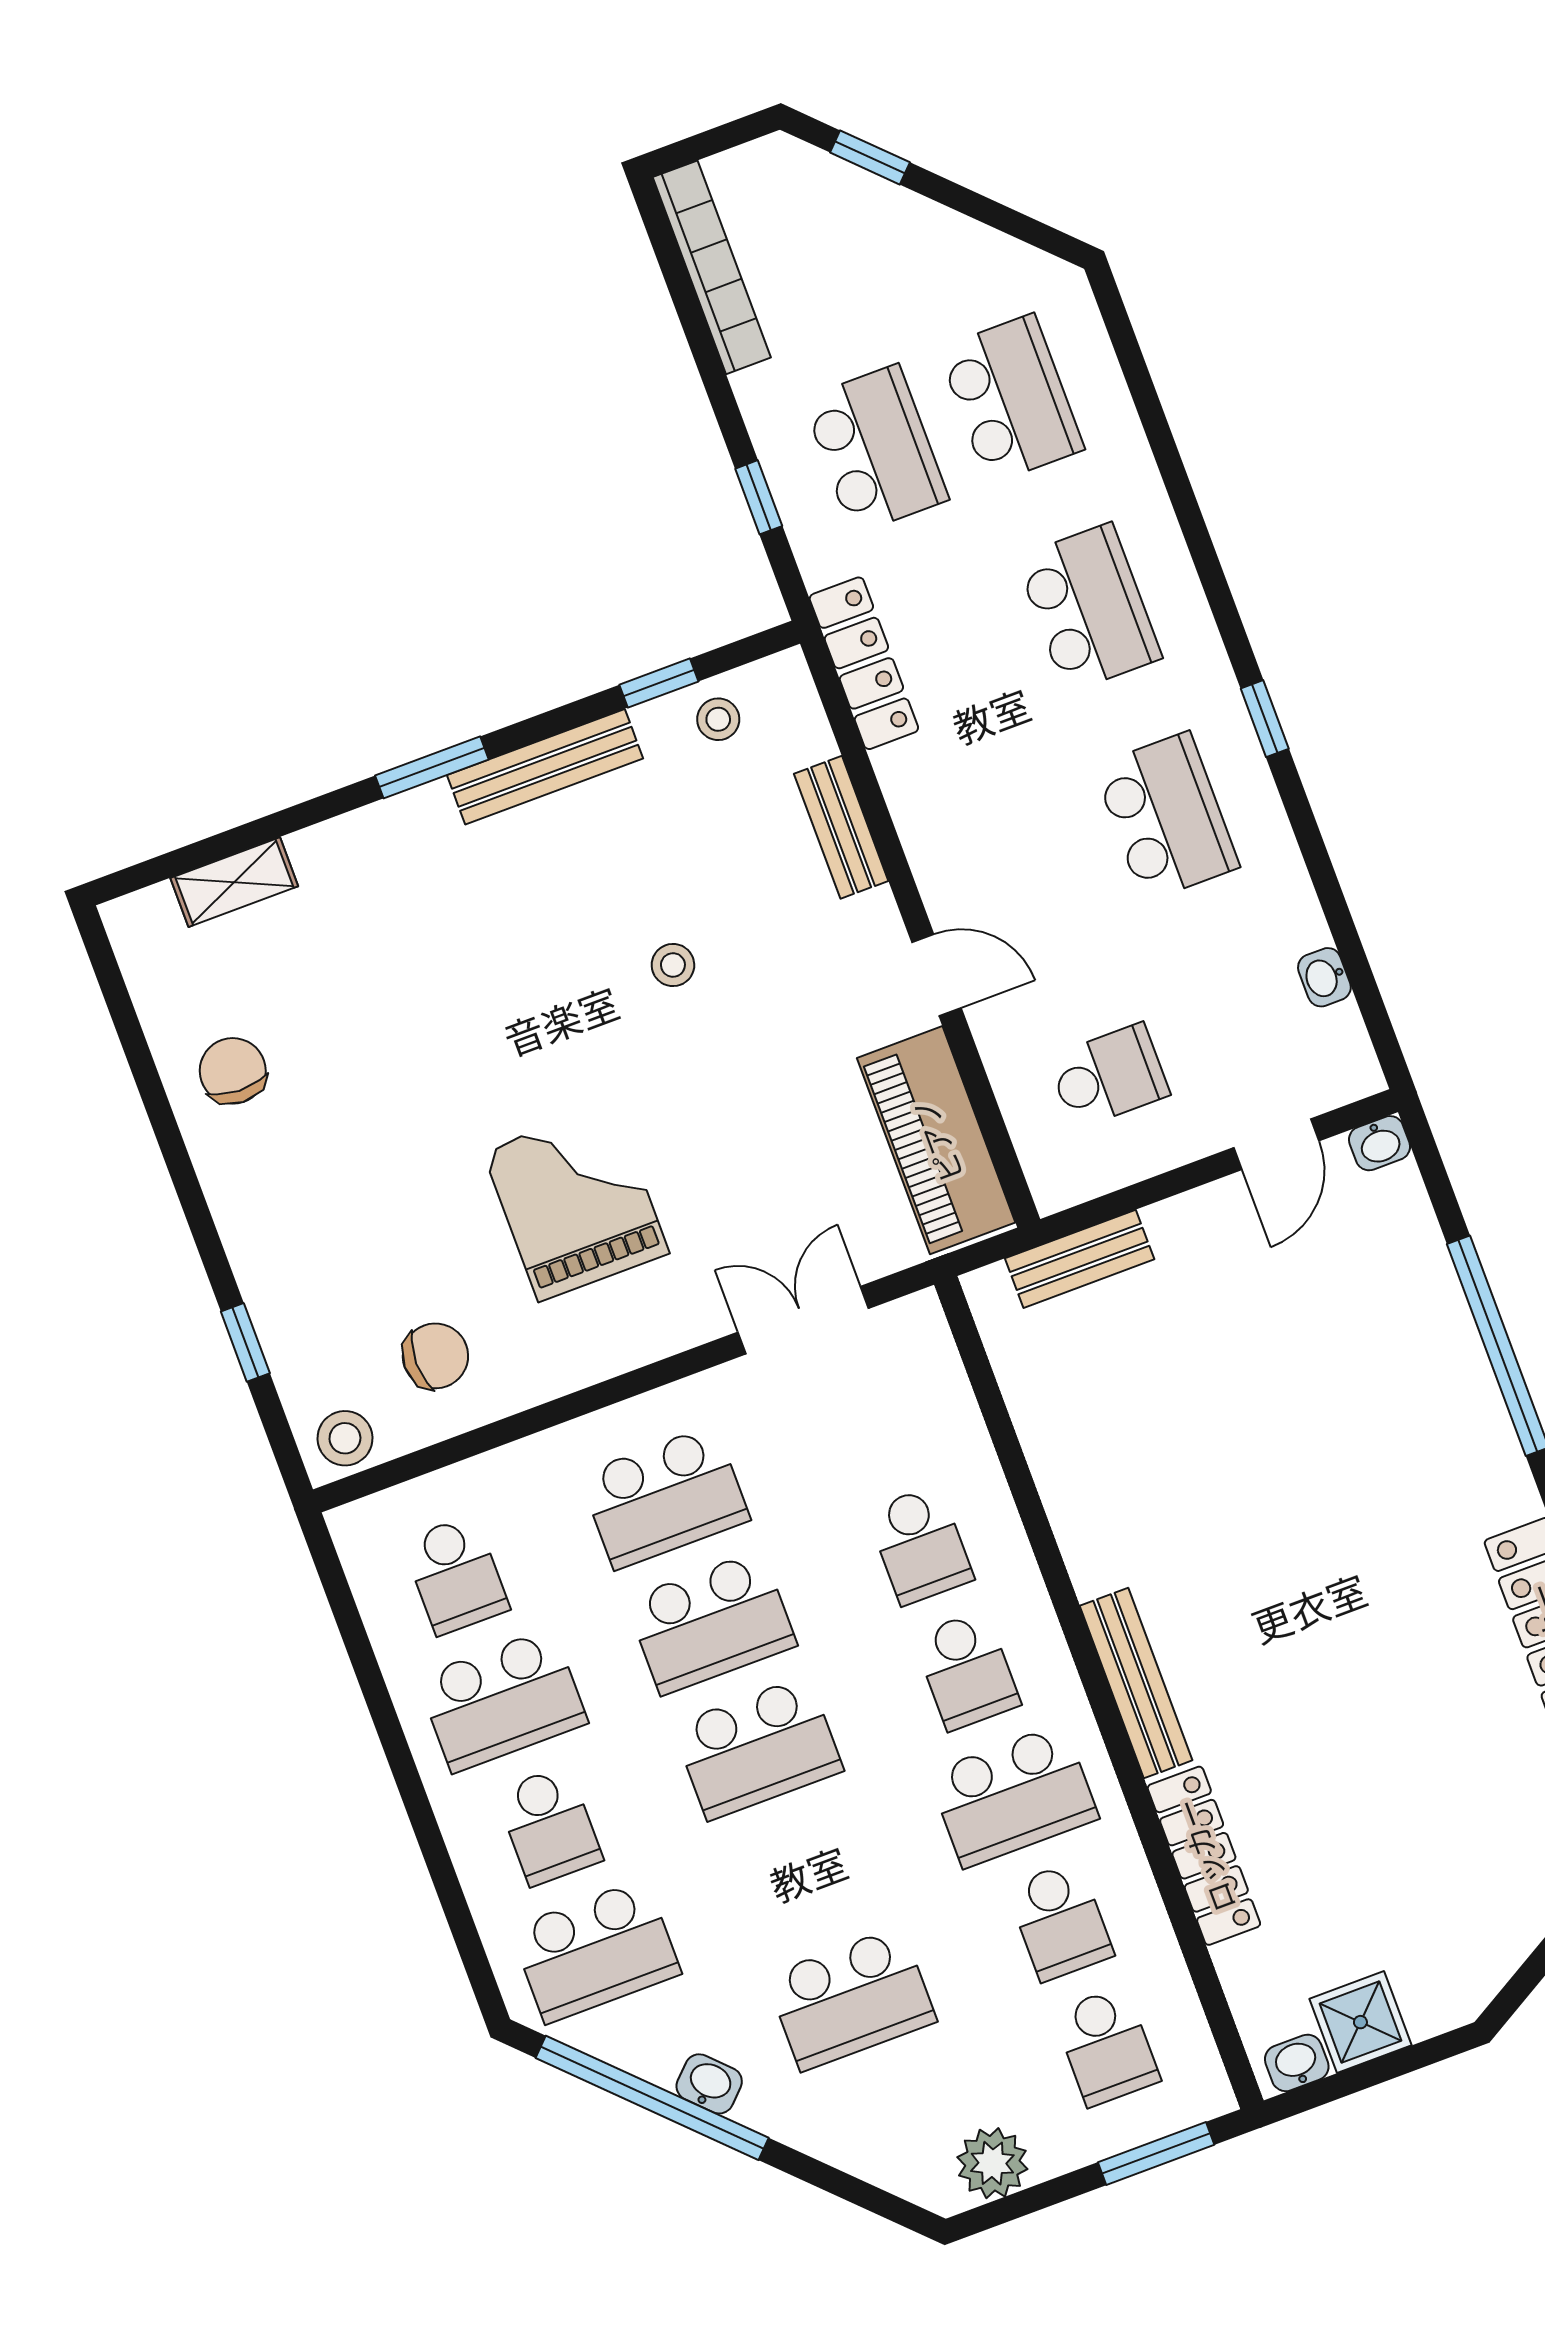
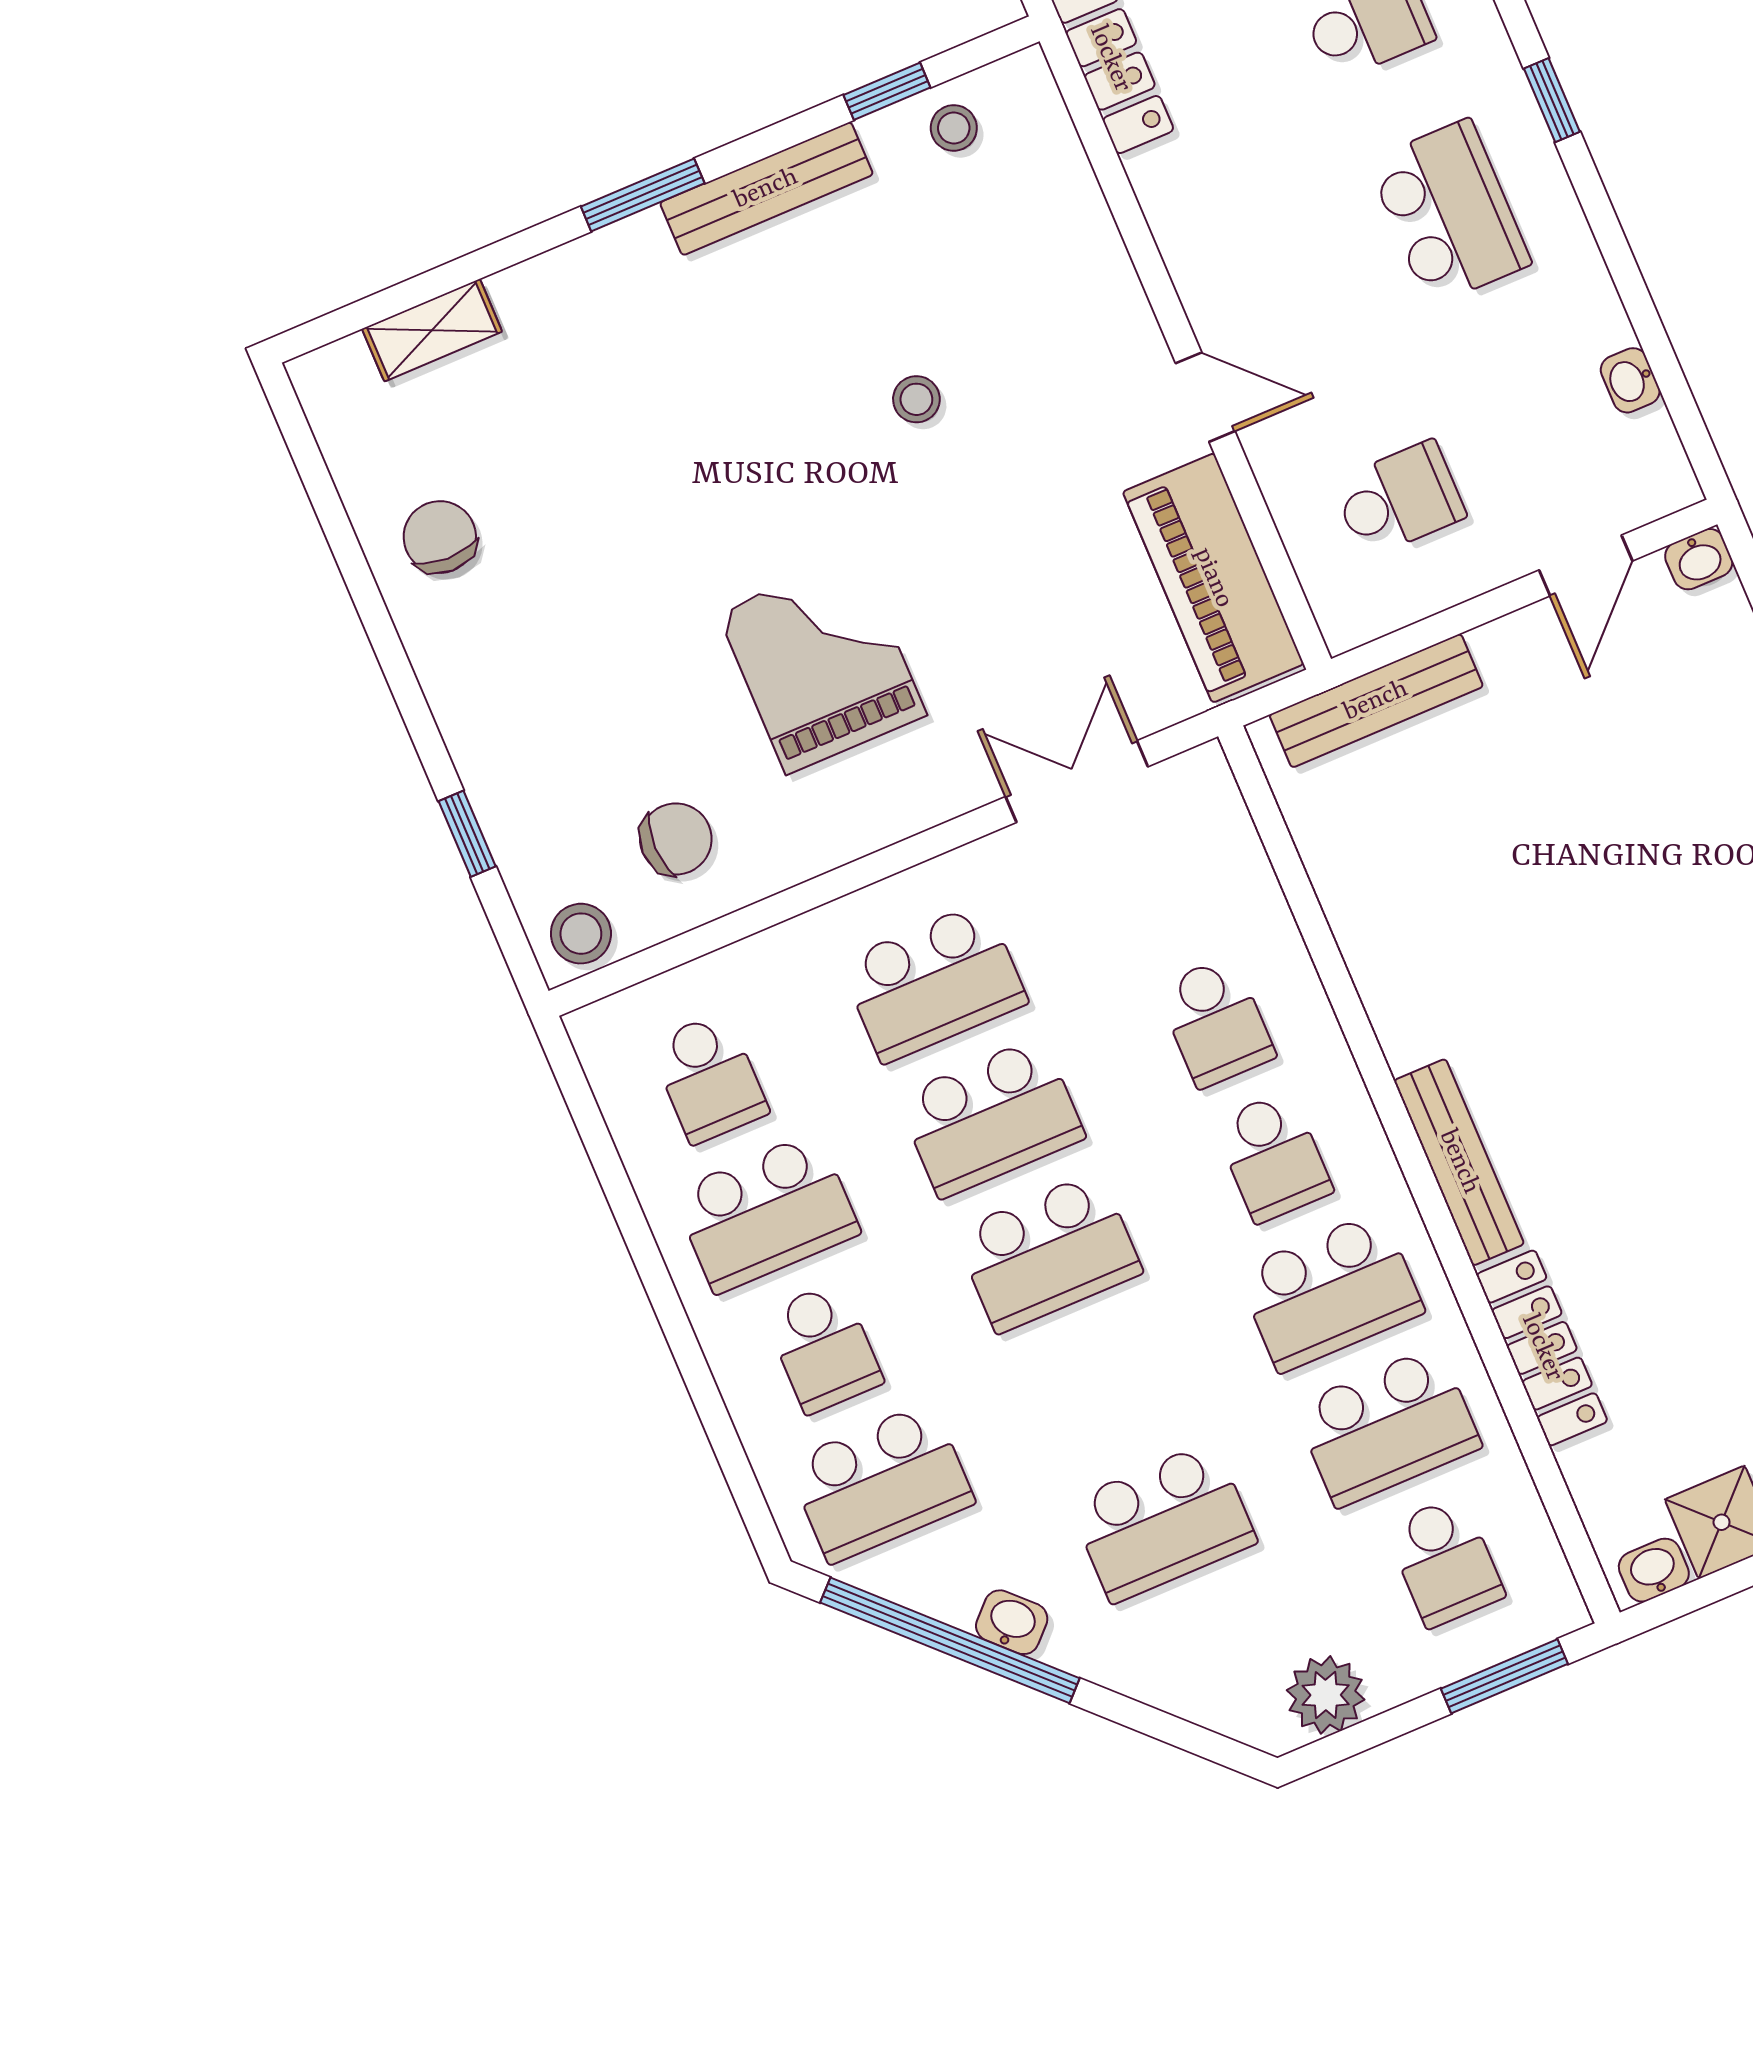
bench: (841, 827) -> (1094, 240), removed
bench: (1080, 1259) -> (1376, 701), width x1.36
school desk: (1060, 1921) -> (1388, 1427), width x1.85

